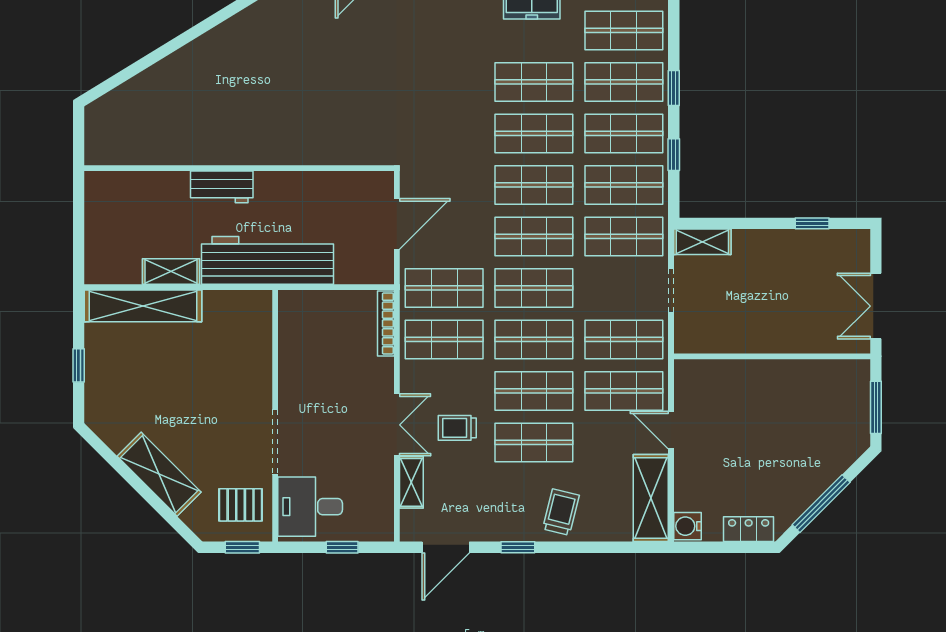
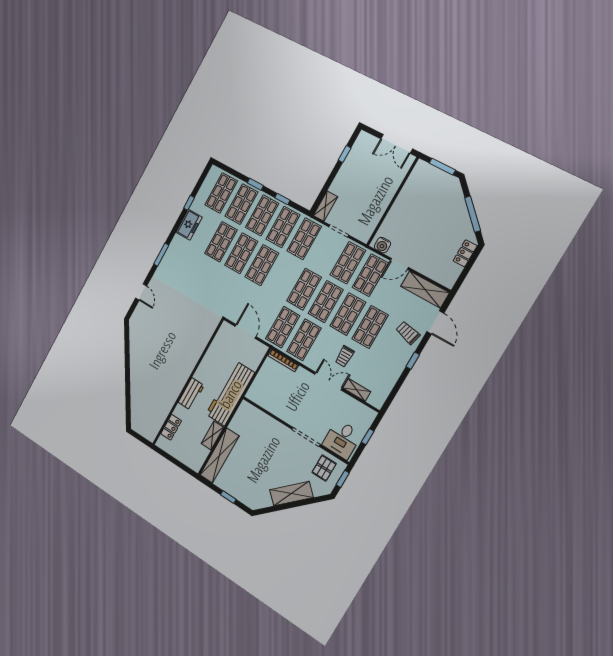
locker: (137, 184) -> (171, 427), added
shop shelf: (534, 236) -> (283, 277), removed
water cooler: (687, 526) -> (382, 245), moved
door: (446, 547) -> (435, 322), moved

